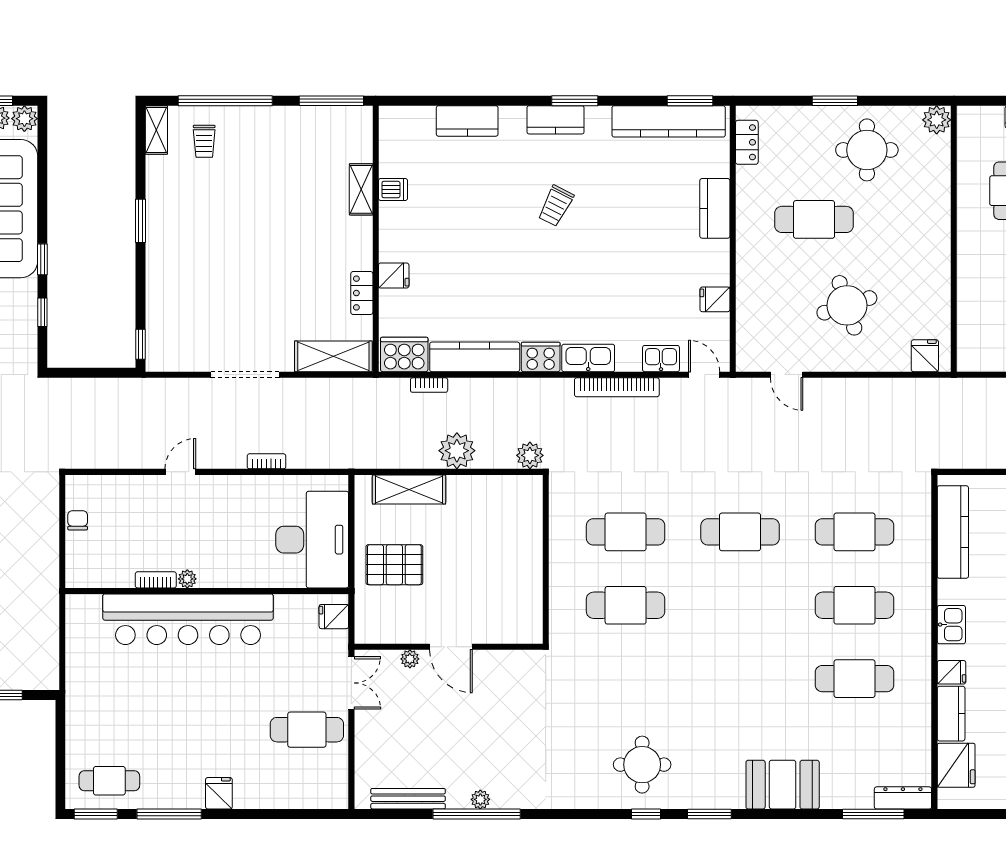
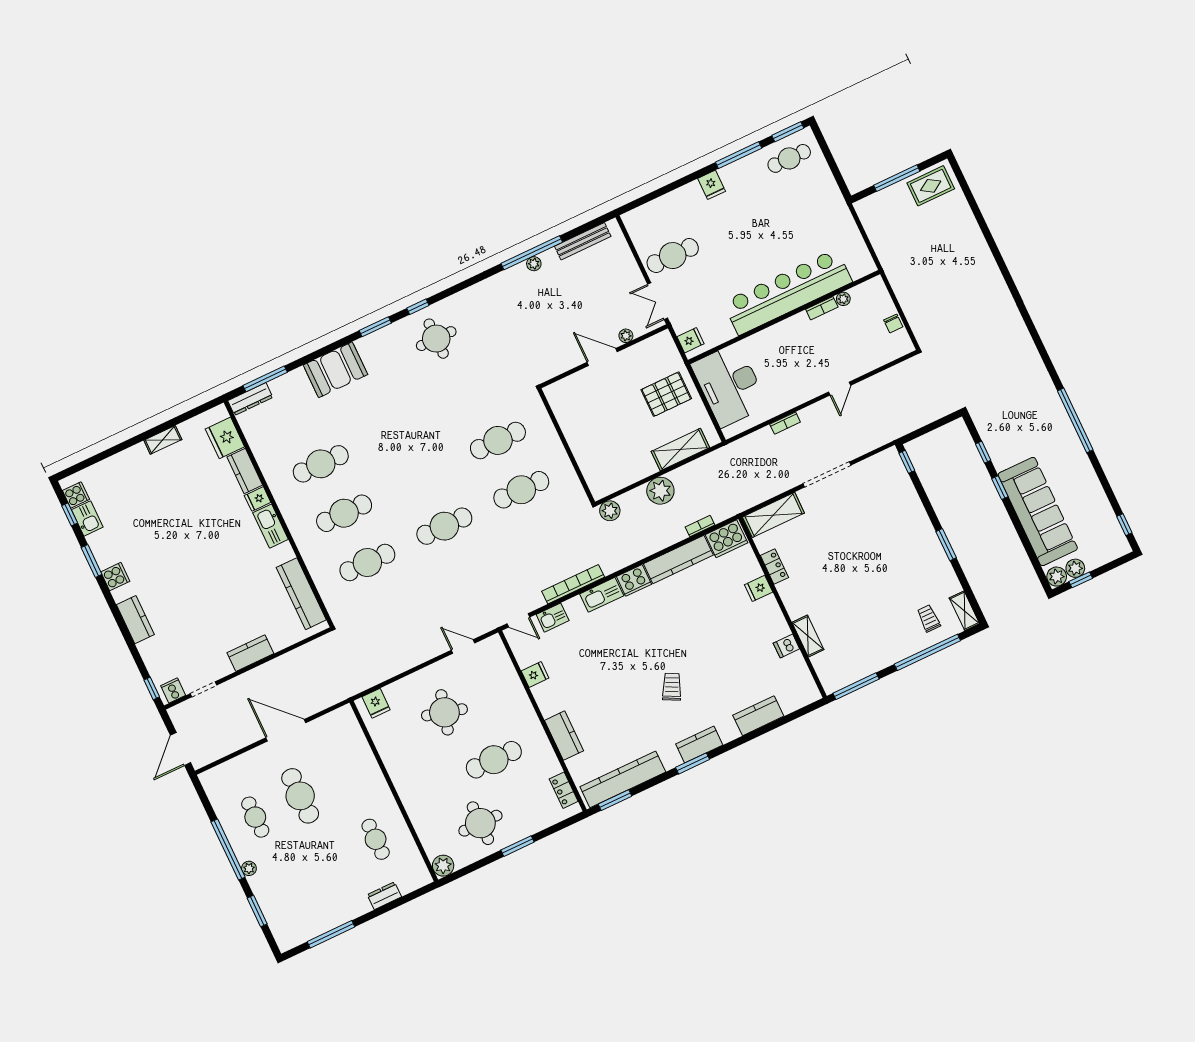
round table: (847, 305) -> (444, 712), turned 33
plant: (187, 579) -> (843, 299), moved
kitchen sink: (951, 625) -> (271, 526), width x1.38

